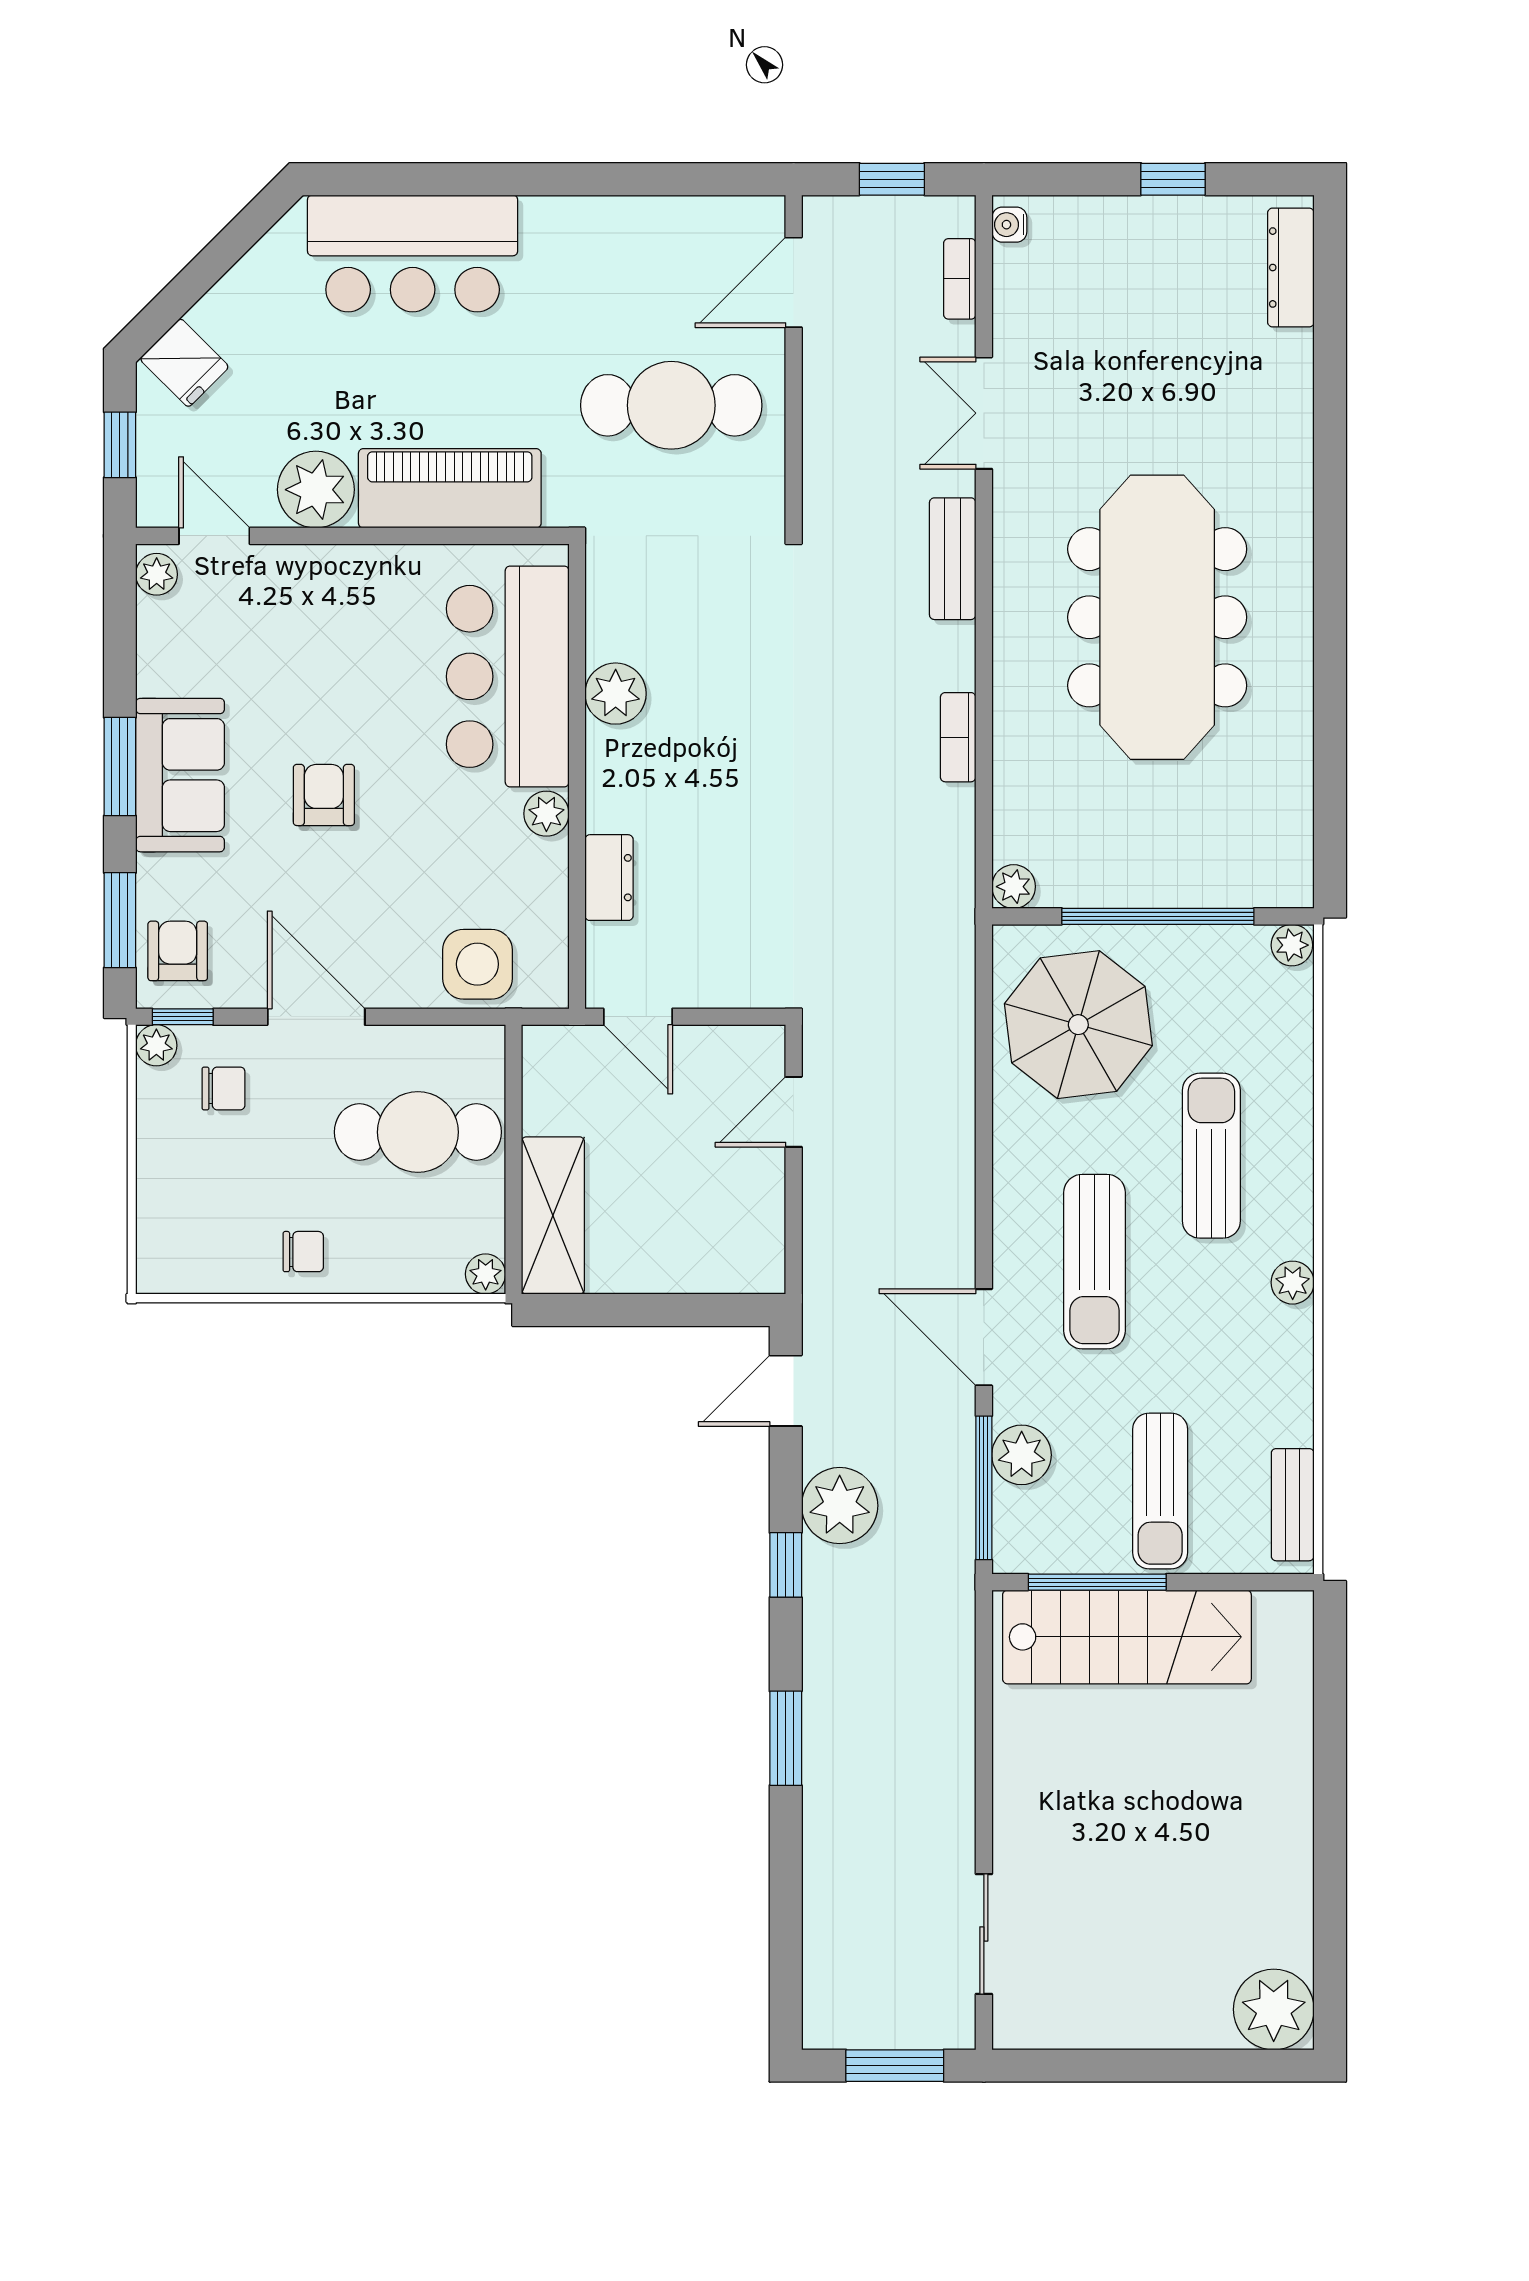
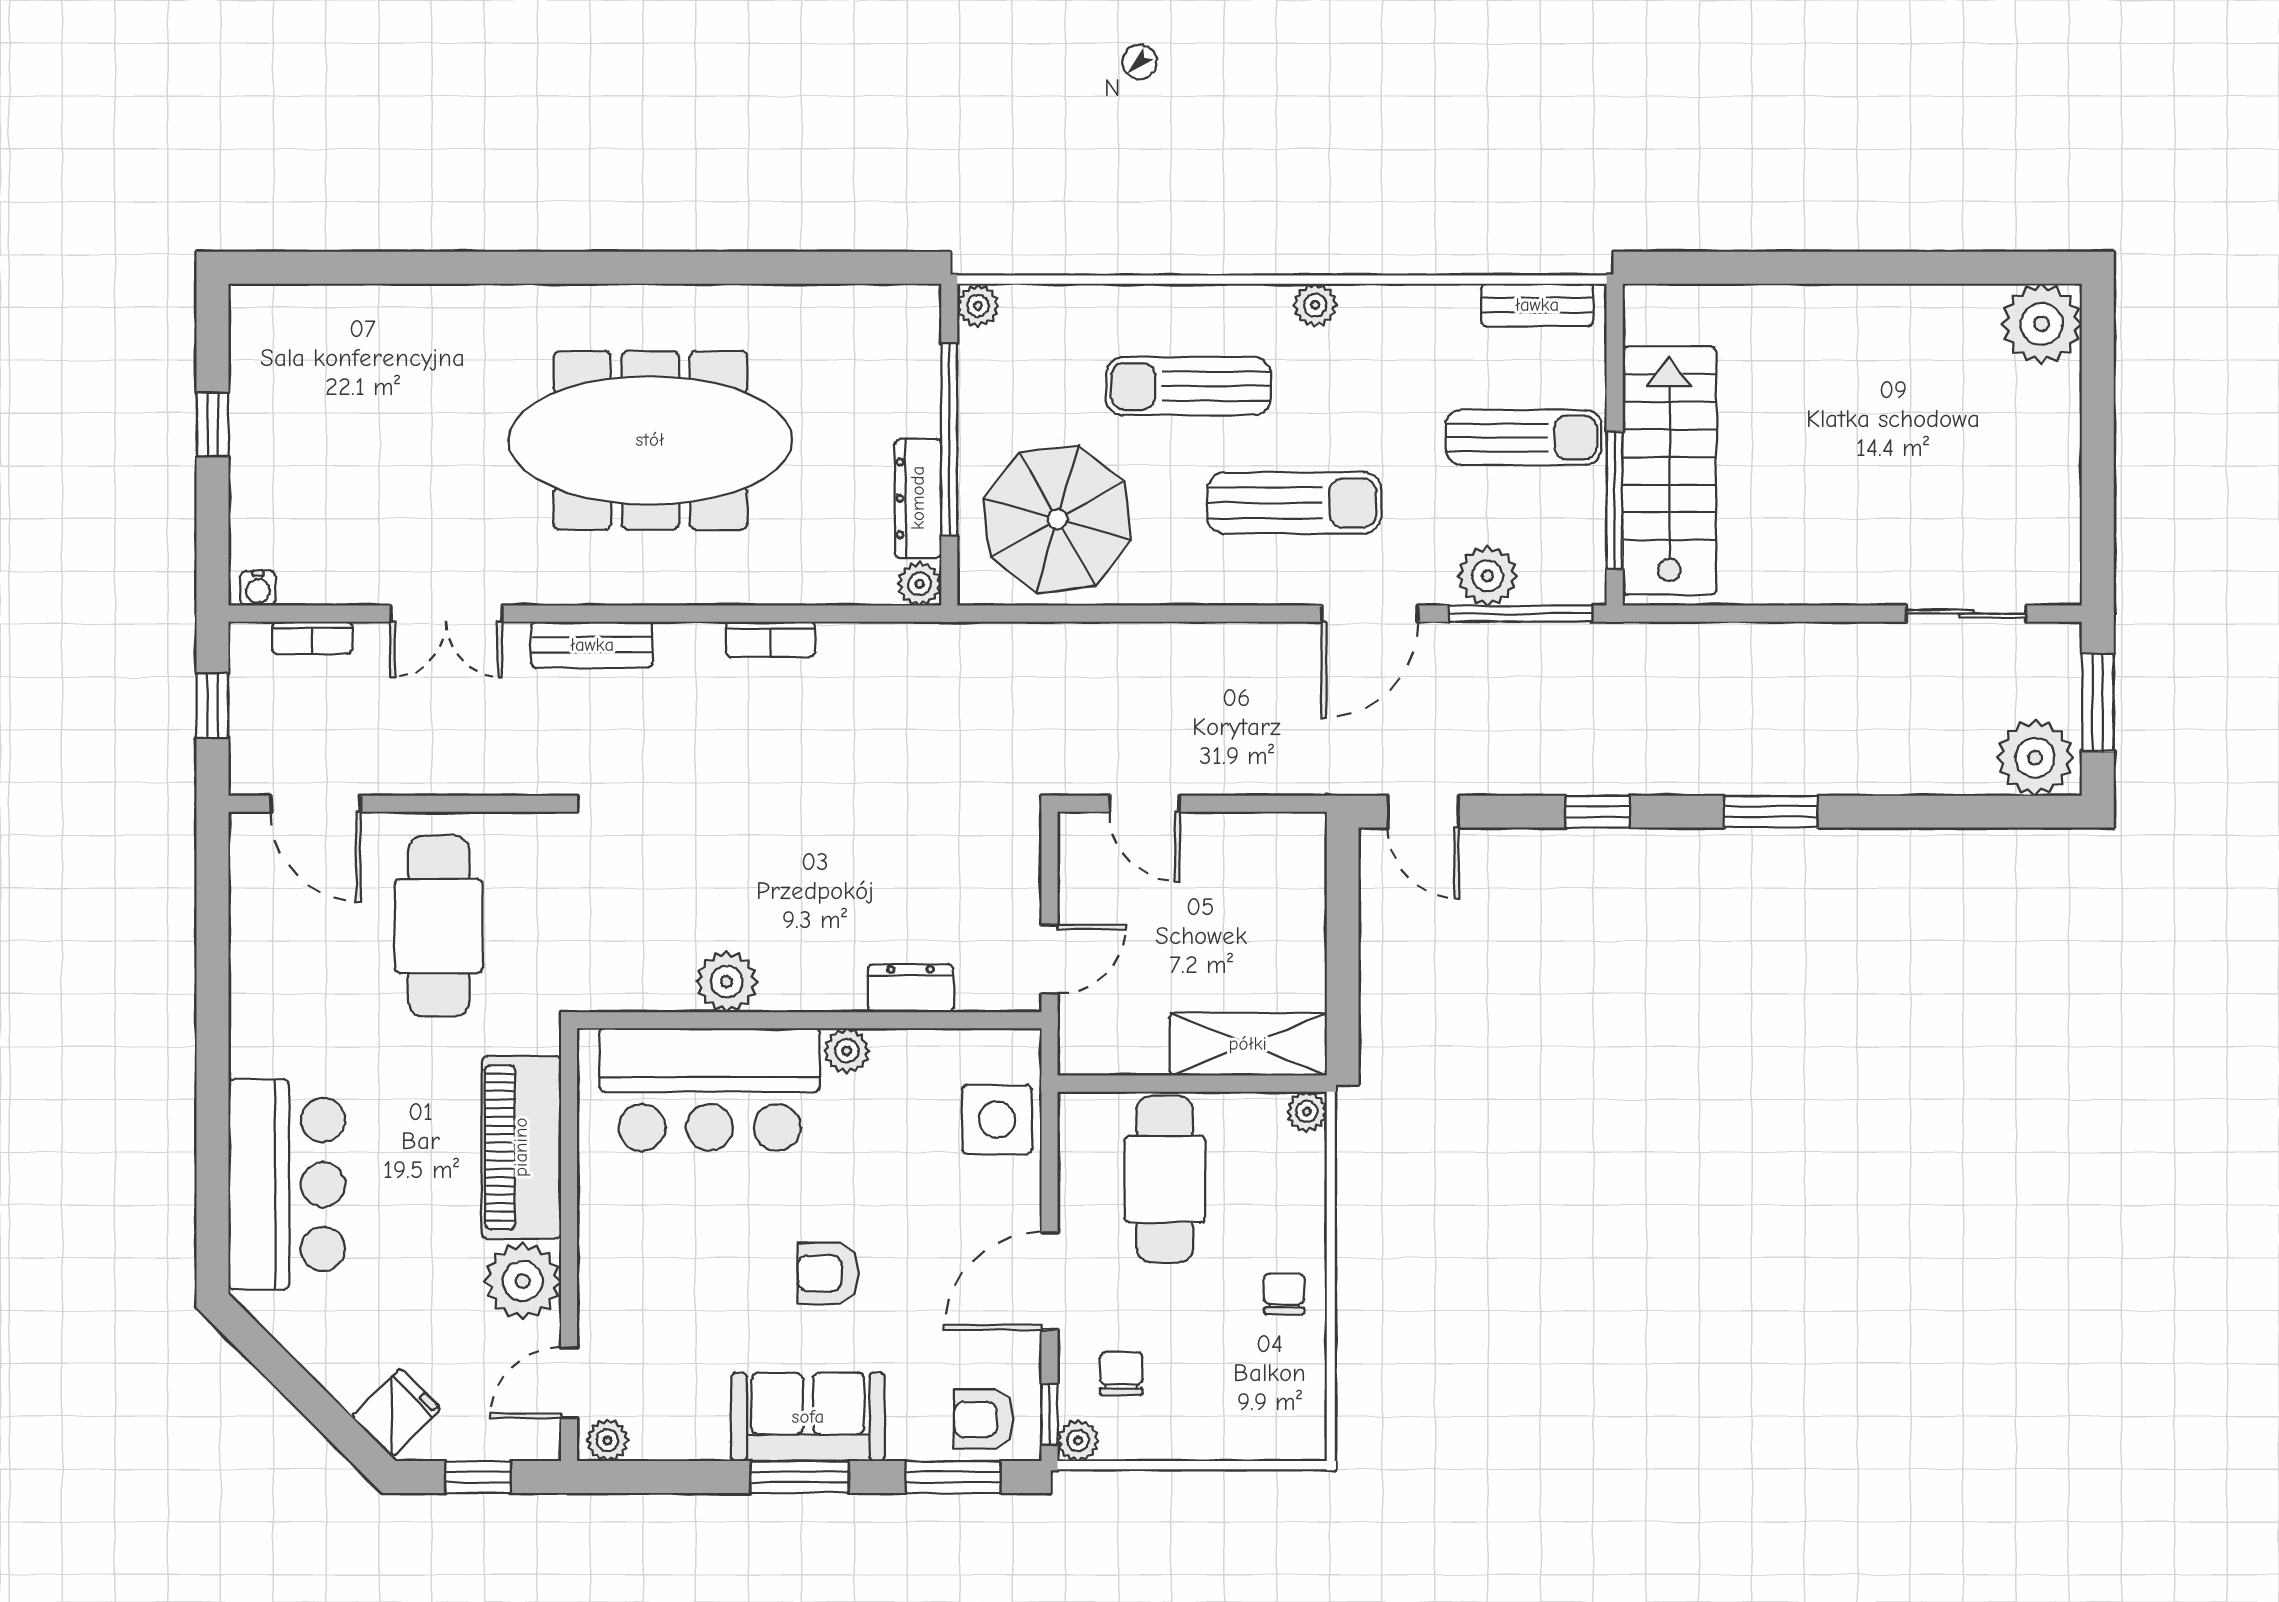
dresser: (1291, 268) -> (918, 498), moved, turned 90
plant: (840, 1506) -> (2035, 758), moved

